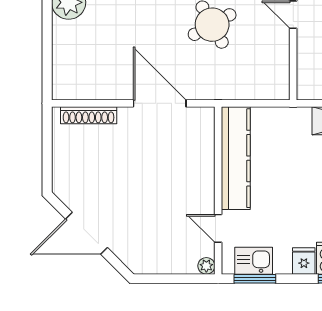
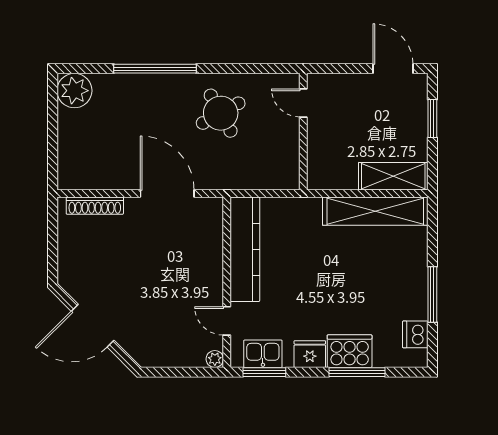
fridge: (304, 261) -> (310, 354), width x1.38

